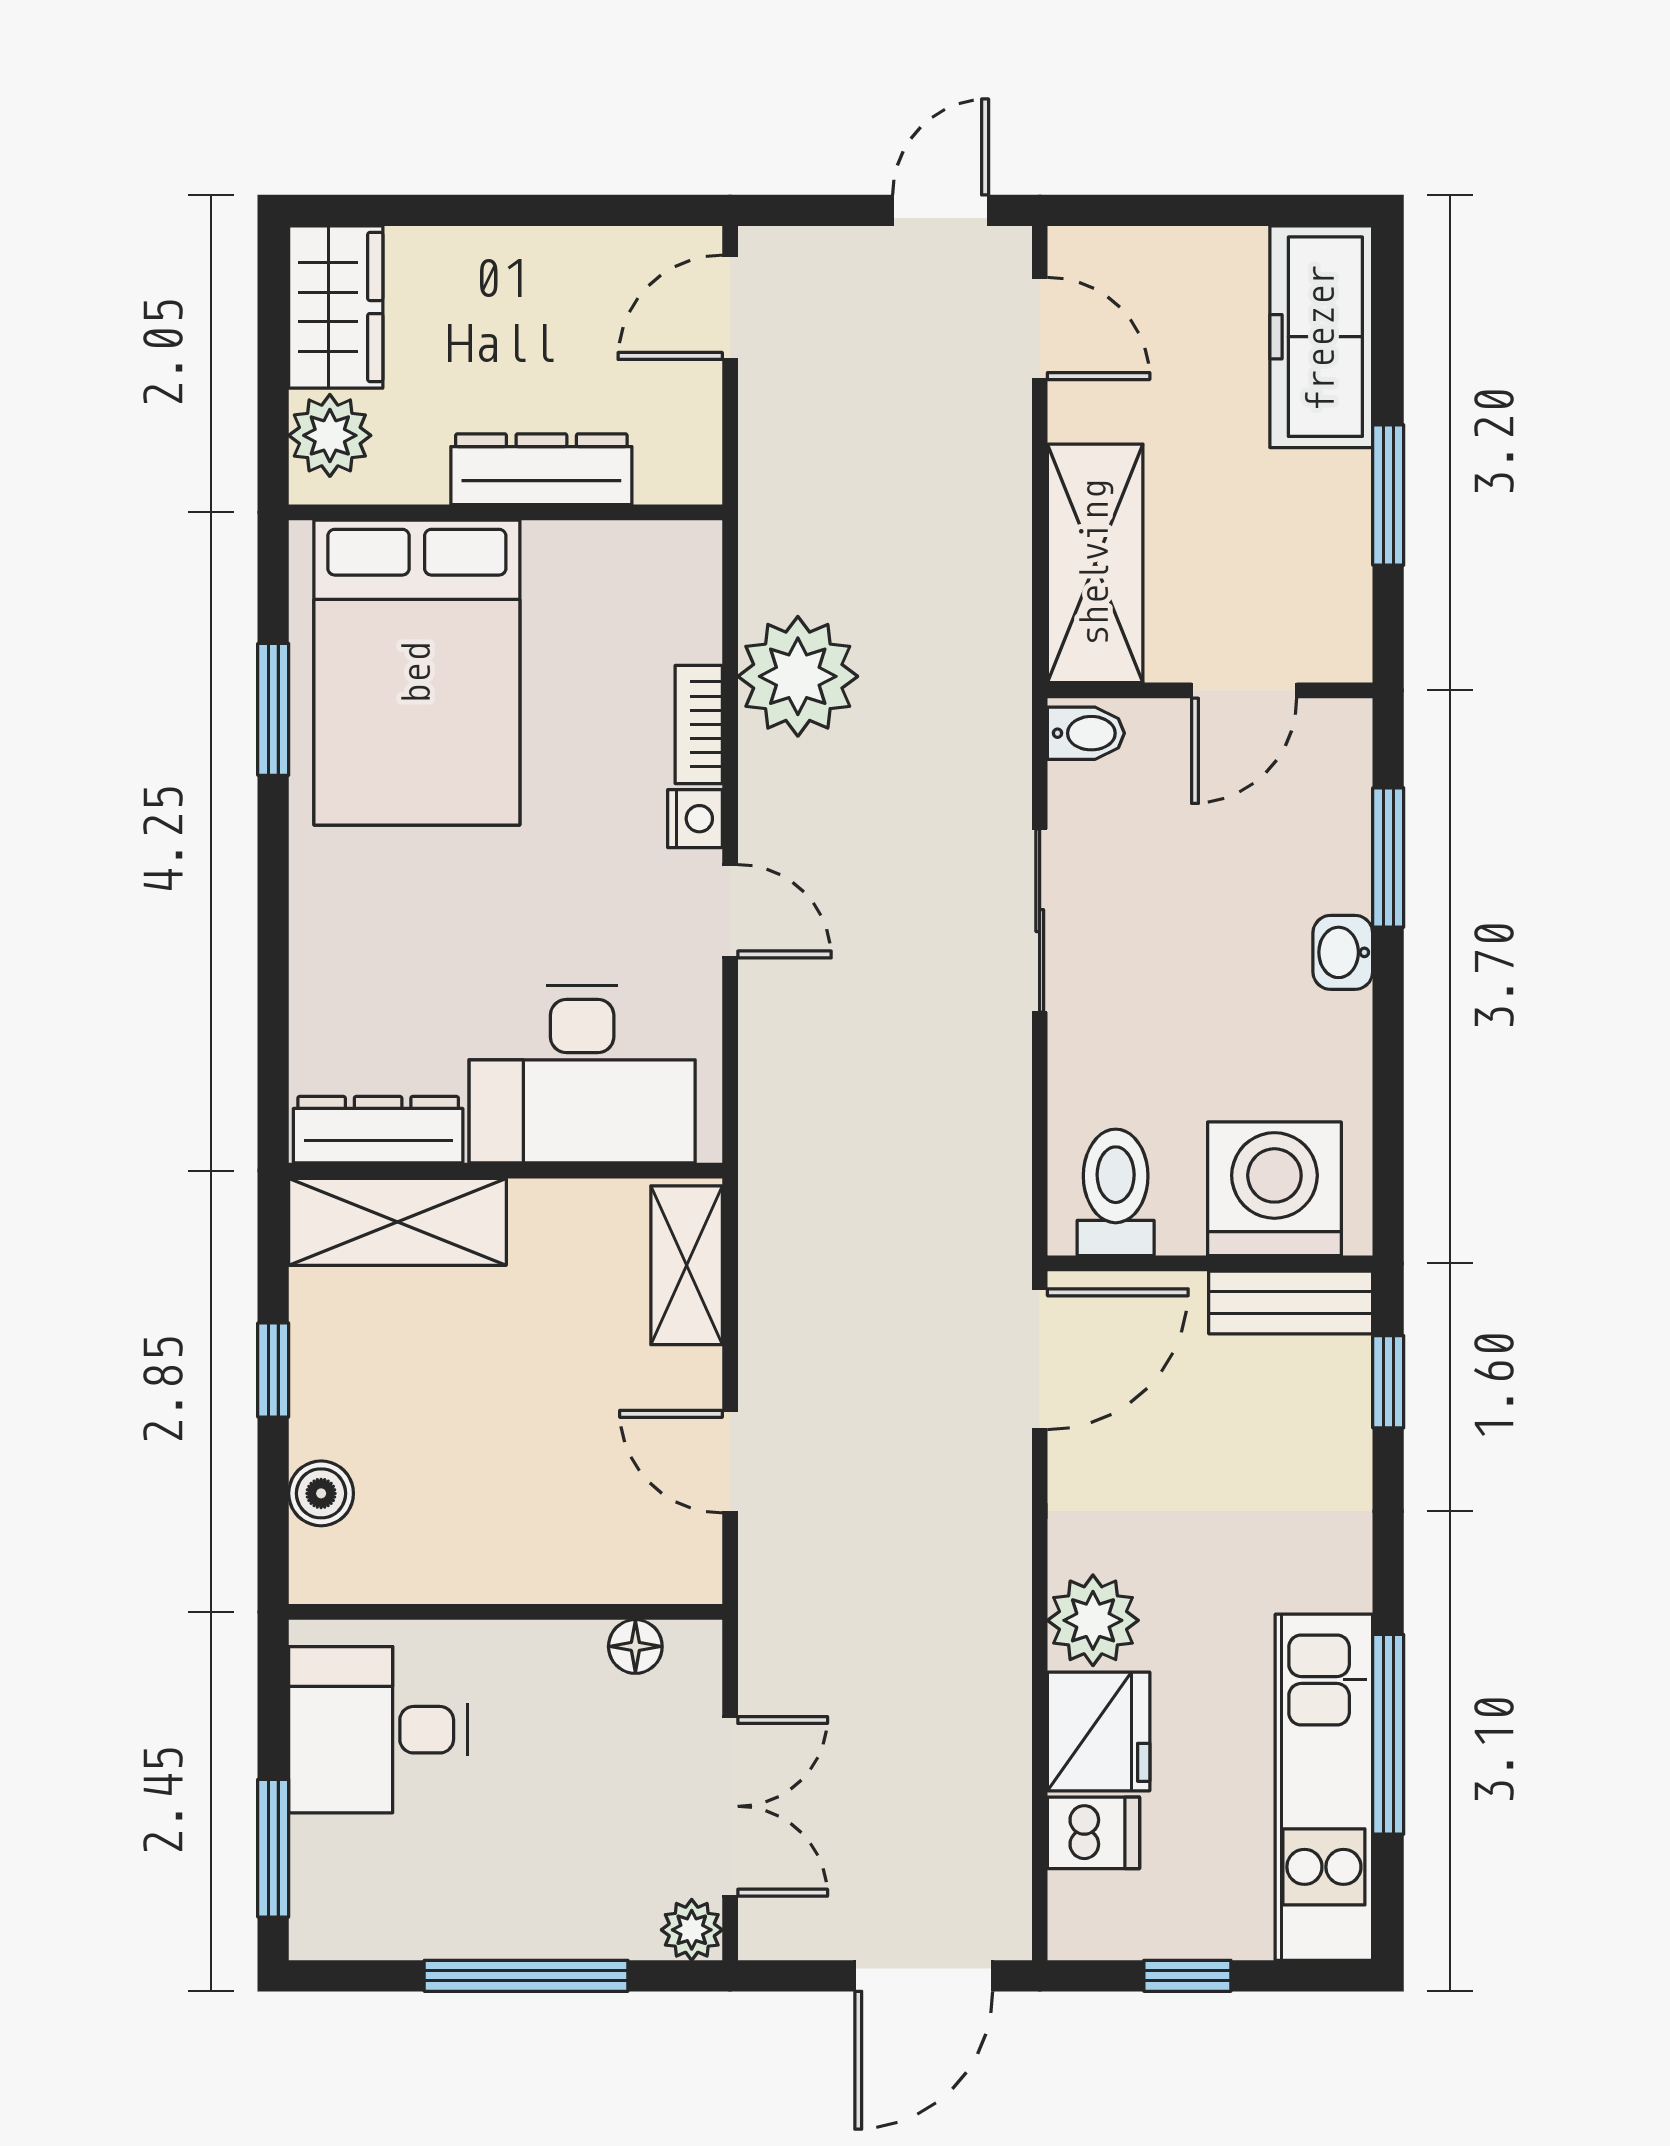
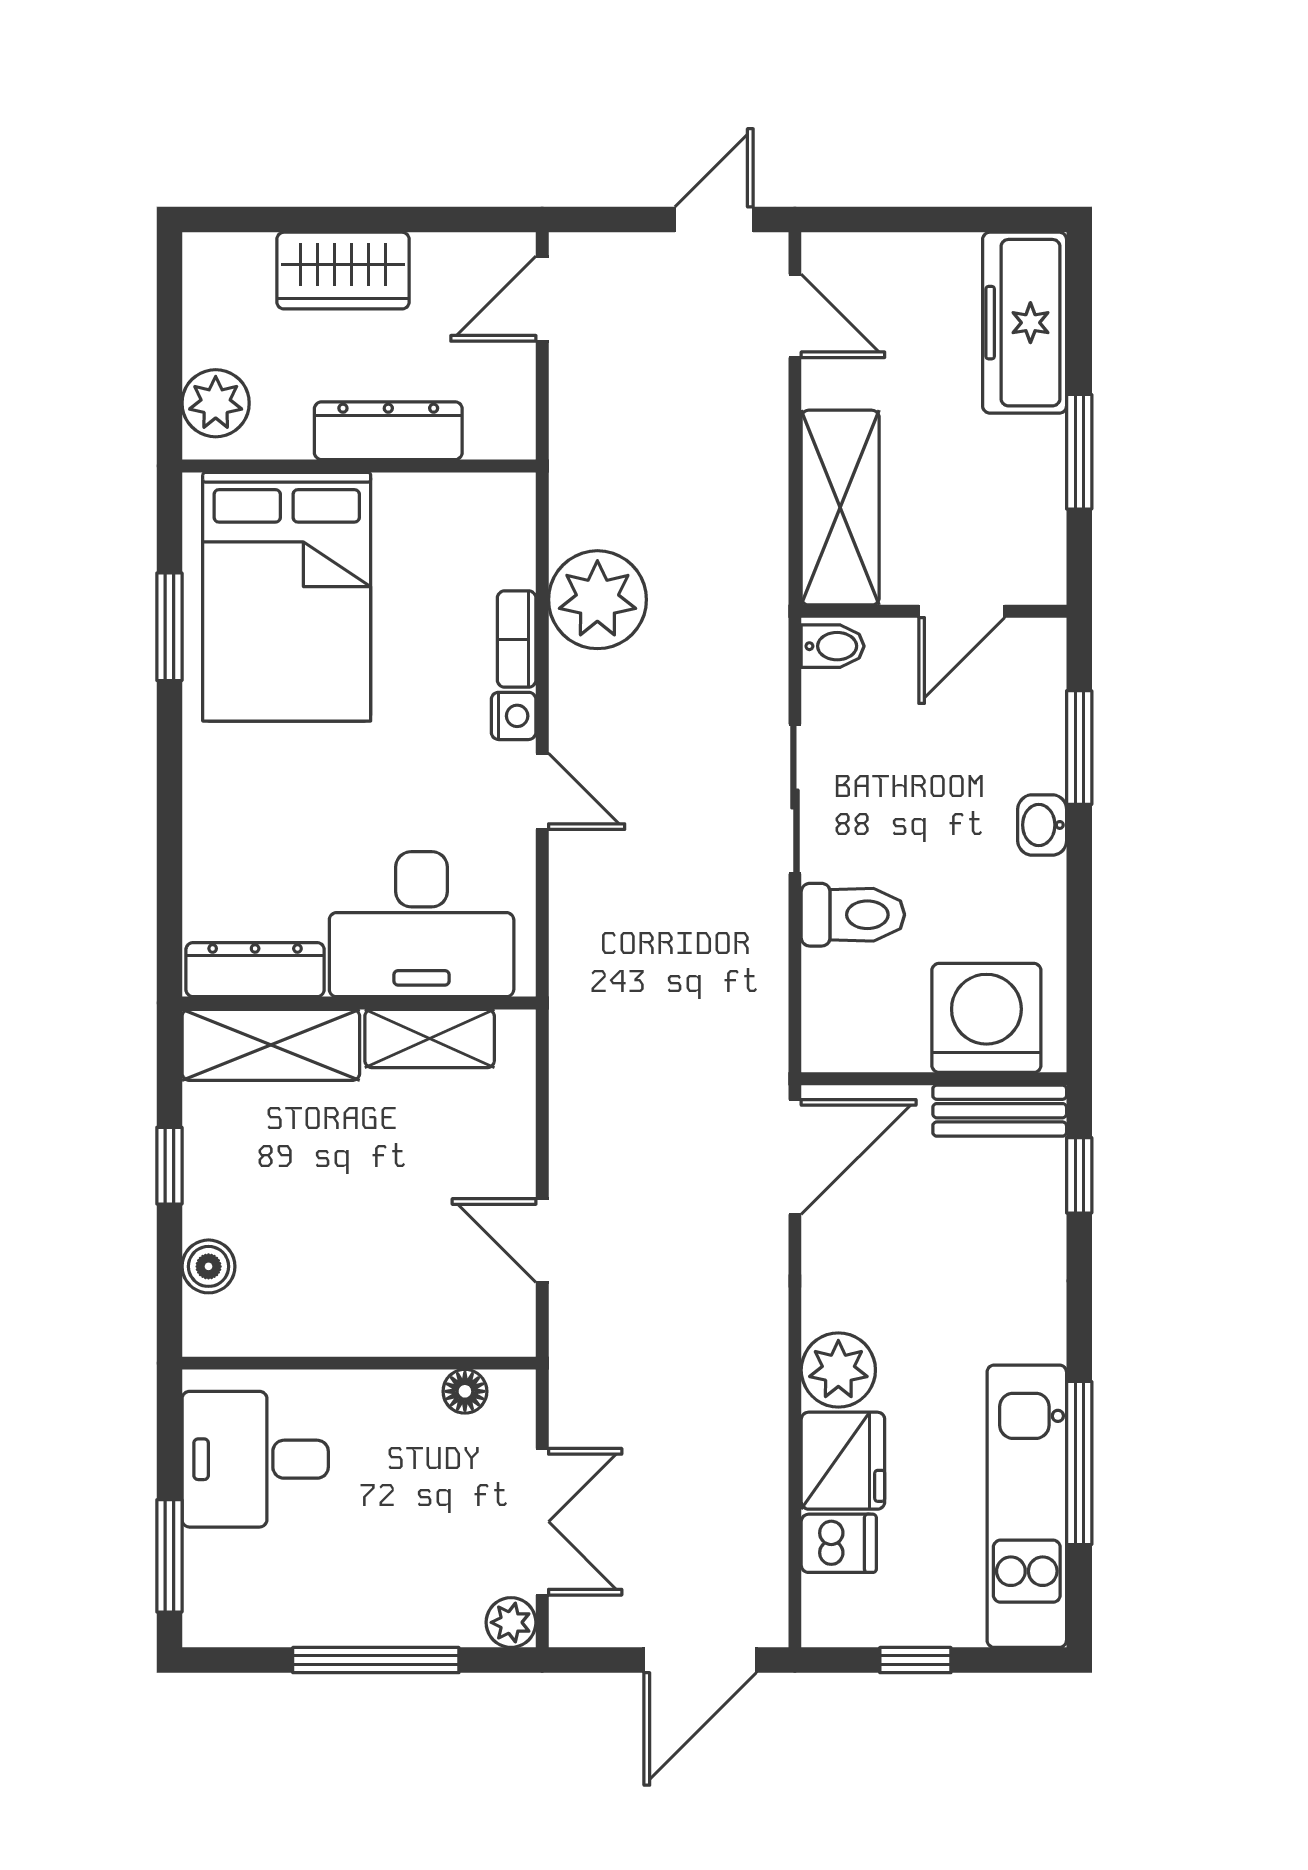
wardrobe: (336, 307) -> (343, 271), moved, turned 90
toilet: (1116, 1192) -> (853, 915), moved, turned 90
shelving: (687, 1265) -> (430, 1038), moved, turned 90

